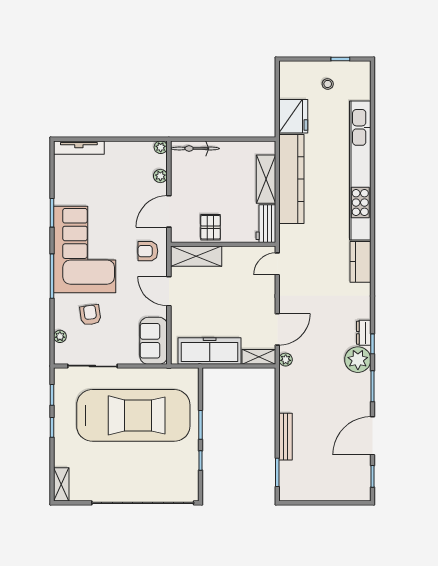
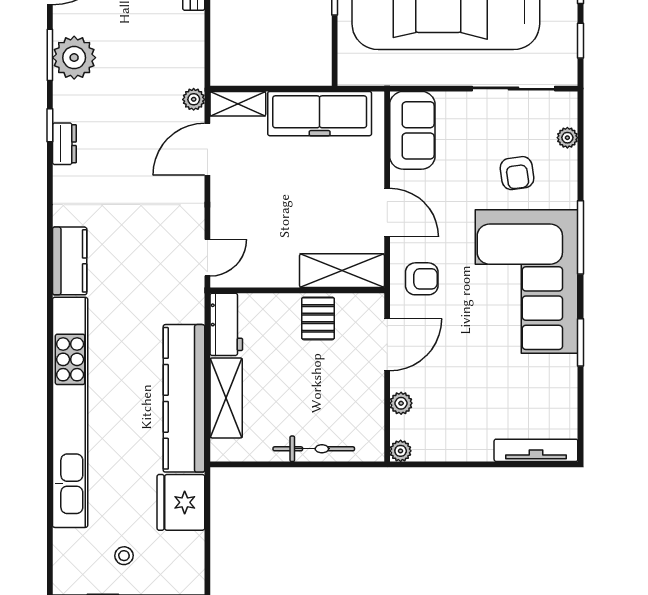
bicycle: (195, 149) -> (314, 449), moved
plant: (358, 360) -> (74, 58), moved

